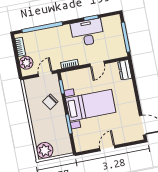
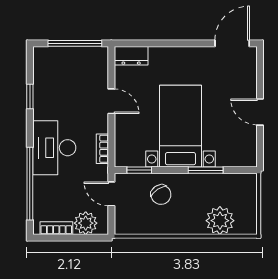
desk: (87, 33) -> (54, 148), moved
plant: (45, 150) -> (220, 221), moved

